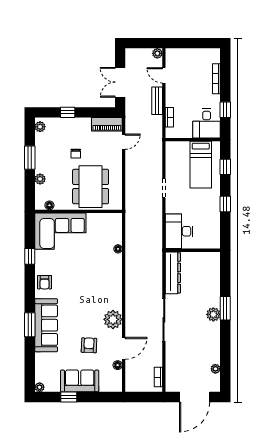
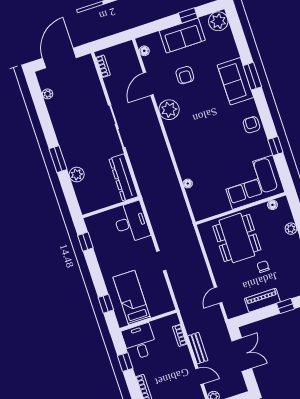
piano: (107, 124) -> (262, 300), moved
window: (225, 204) -> (85, 242), moved
plant: (213, 314) -> (77, 174), moved
sofa: (46, 325) -> (235, 81), width x0.73
floor lamp: (118, 365) -> (144, 51), moved
plant: (40, 387) -> (218, 21), width x1.87, depth x1.87

